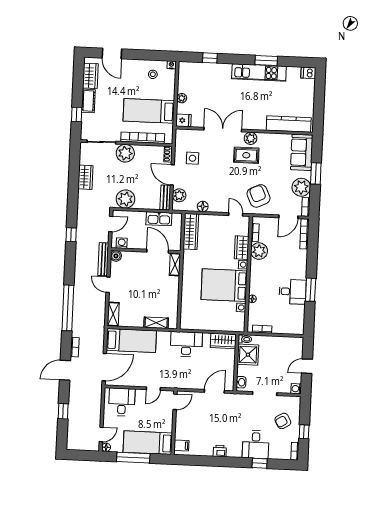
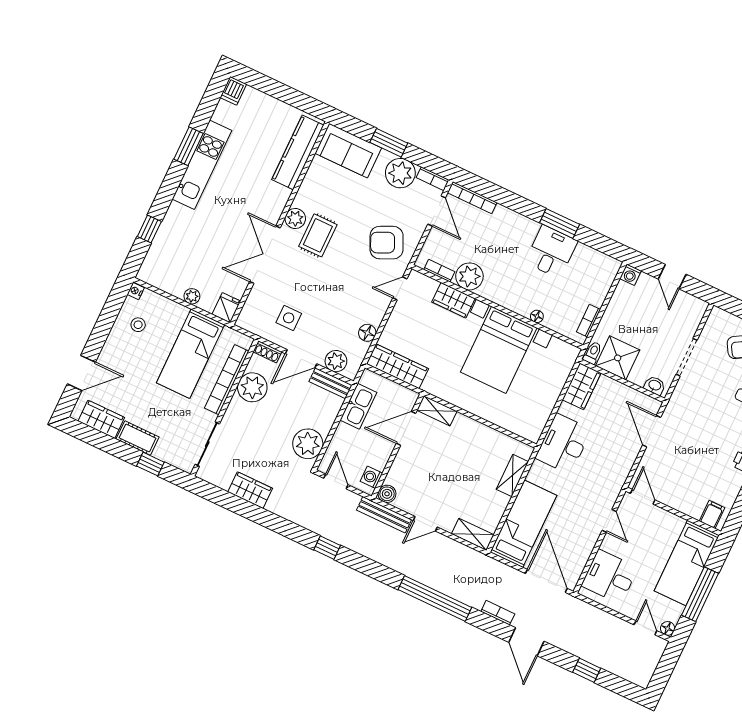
plant: (125, 153) -> (252, 387), moved
washing machine: (296, 389) -> (630, 275), moved

